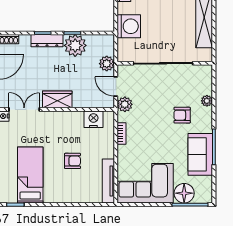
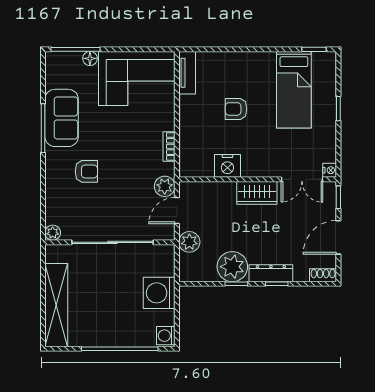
door: (116, 87) -> (177, 211), swing flipped
plant: (207, 101) -> (53, 233), moved
nightstand: (93, 119) -> (227, 166), moved
tv unit: (108, 181) -> (187, 73), width x0.71
floor lamp: (184, 193) -> (90, 58), width x0.53, depth x0.53

